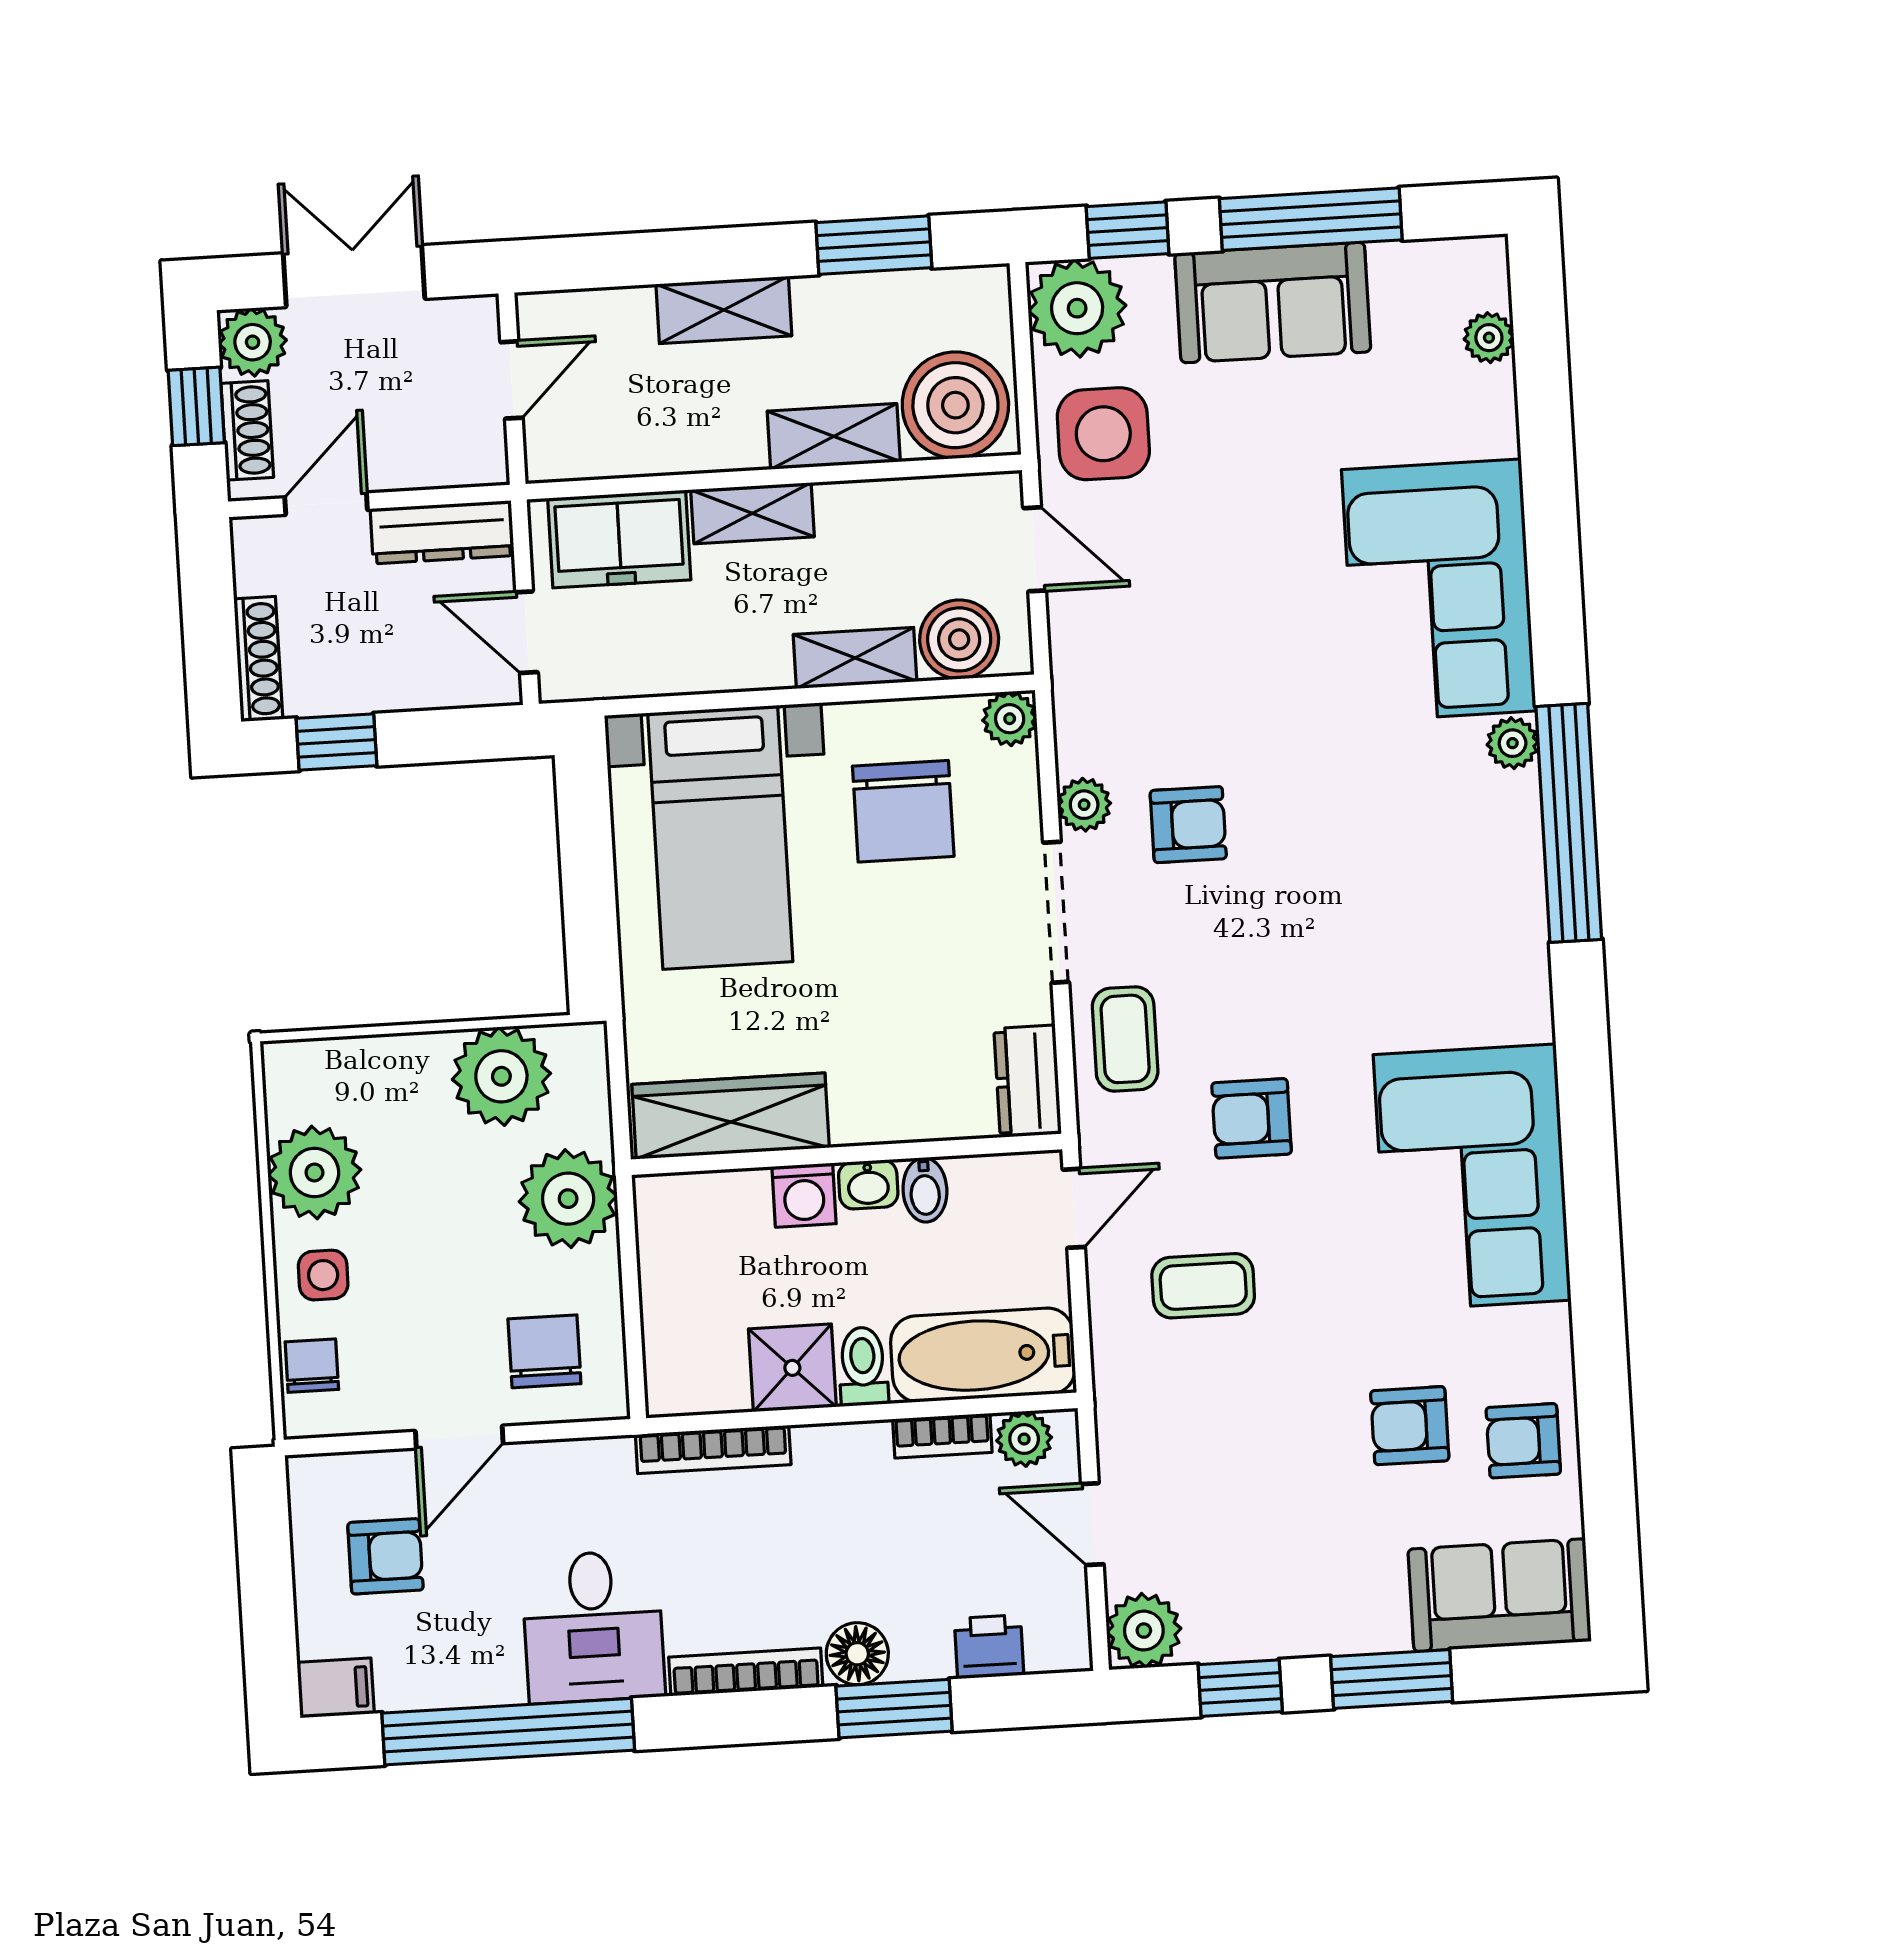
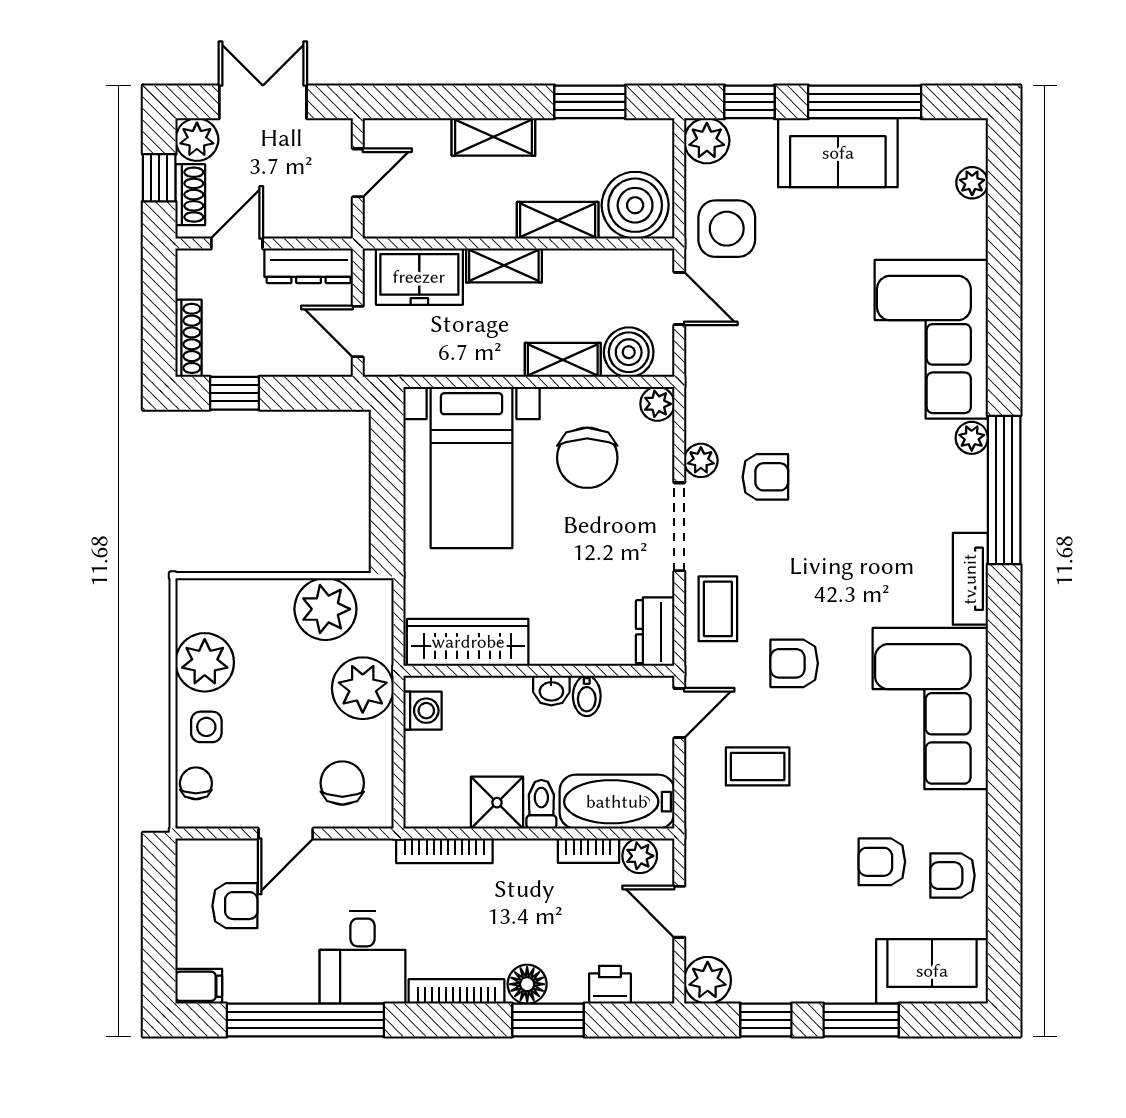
plant: (1077, 308) -> (707, 141), width x0.73, depth x0.73
tv unit: (1524, 967) -> (970, 579), added
washing machine: (804, 1195) -> (422, 711), moved, turned -90

